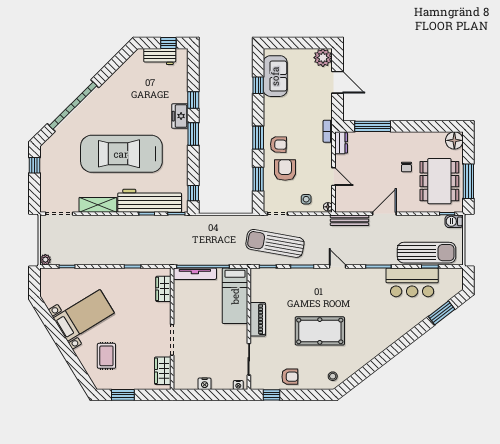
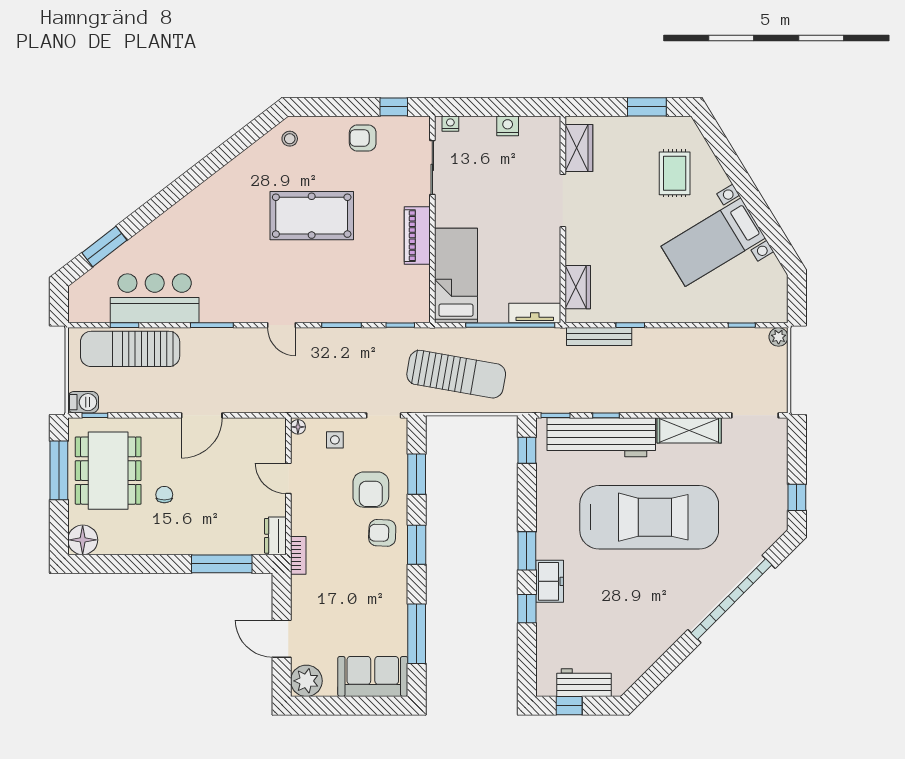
sofa: (275, 76) -> (373, 676), moved, turned 90
window: (258, 85) -> (417, 634), width x2.17
bench: (350, 220) -> (599, 337), moved
sun lounger: (275, 243) -> (456, 374), moved
tv unit: (195, 274) -> (535, 313), width x0.71

